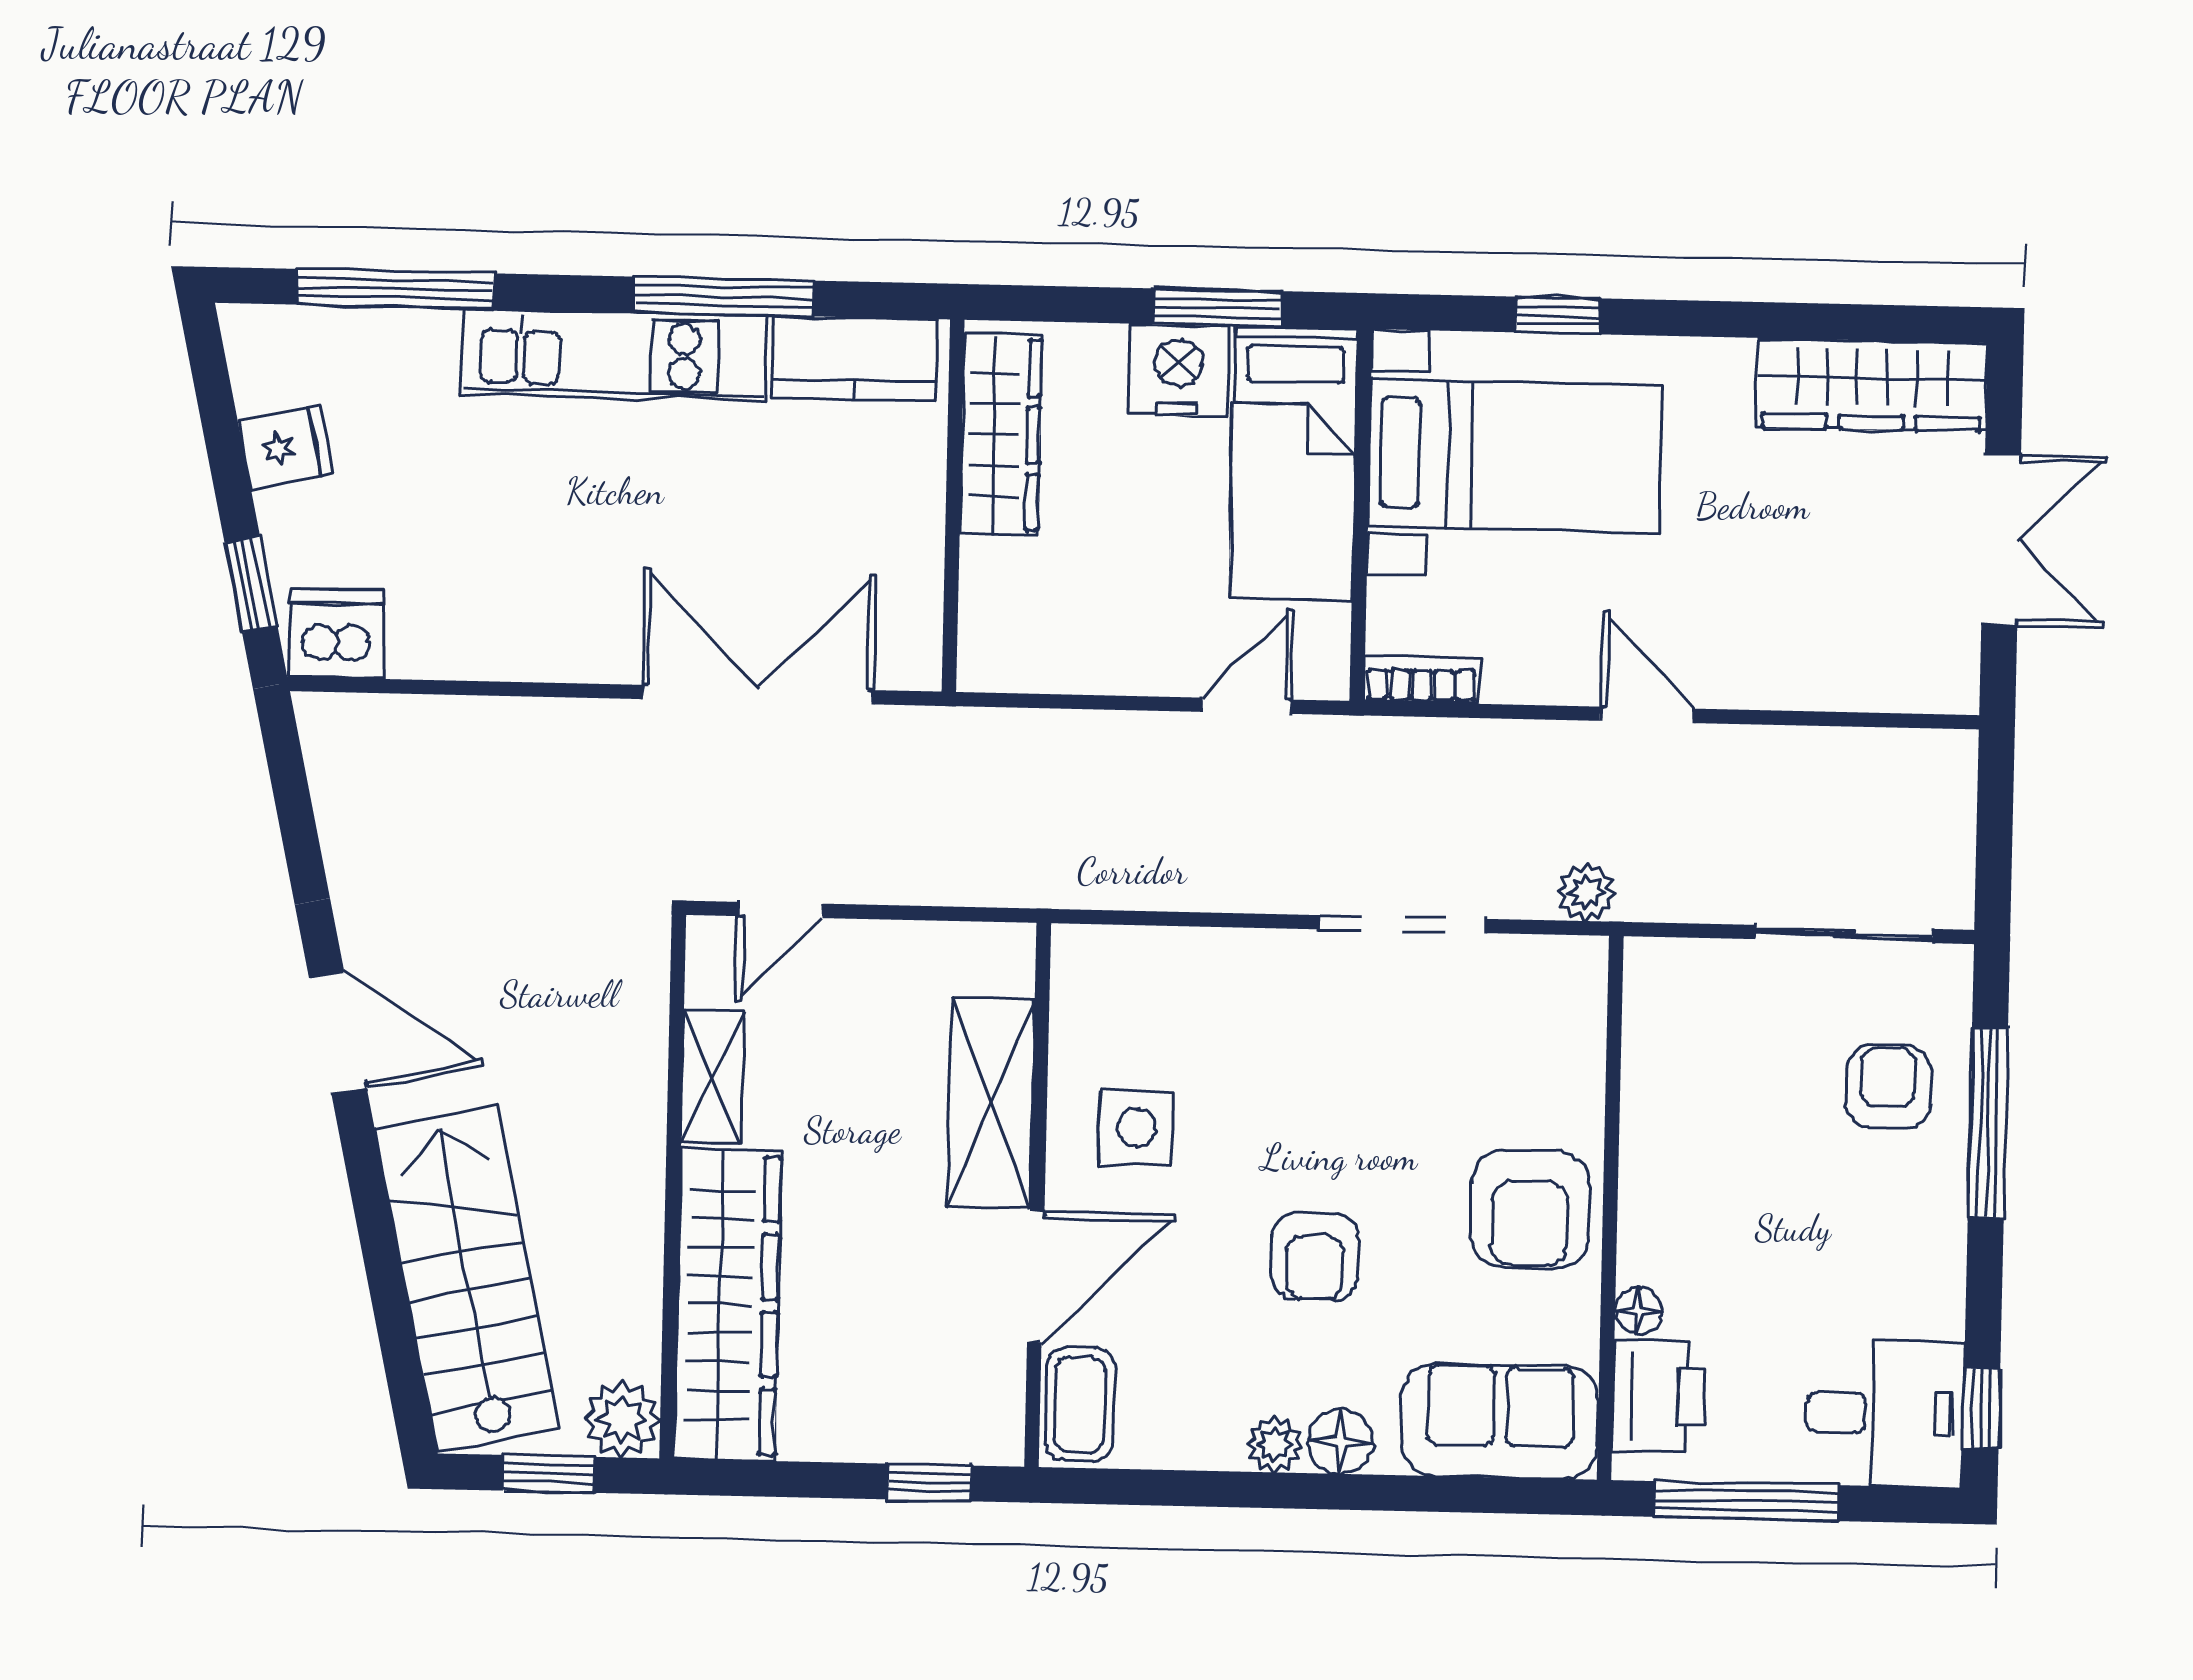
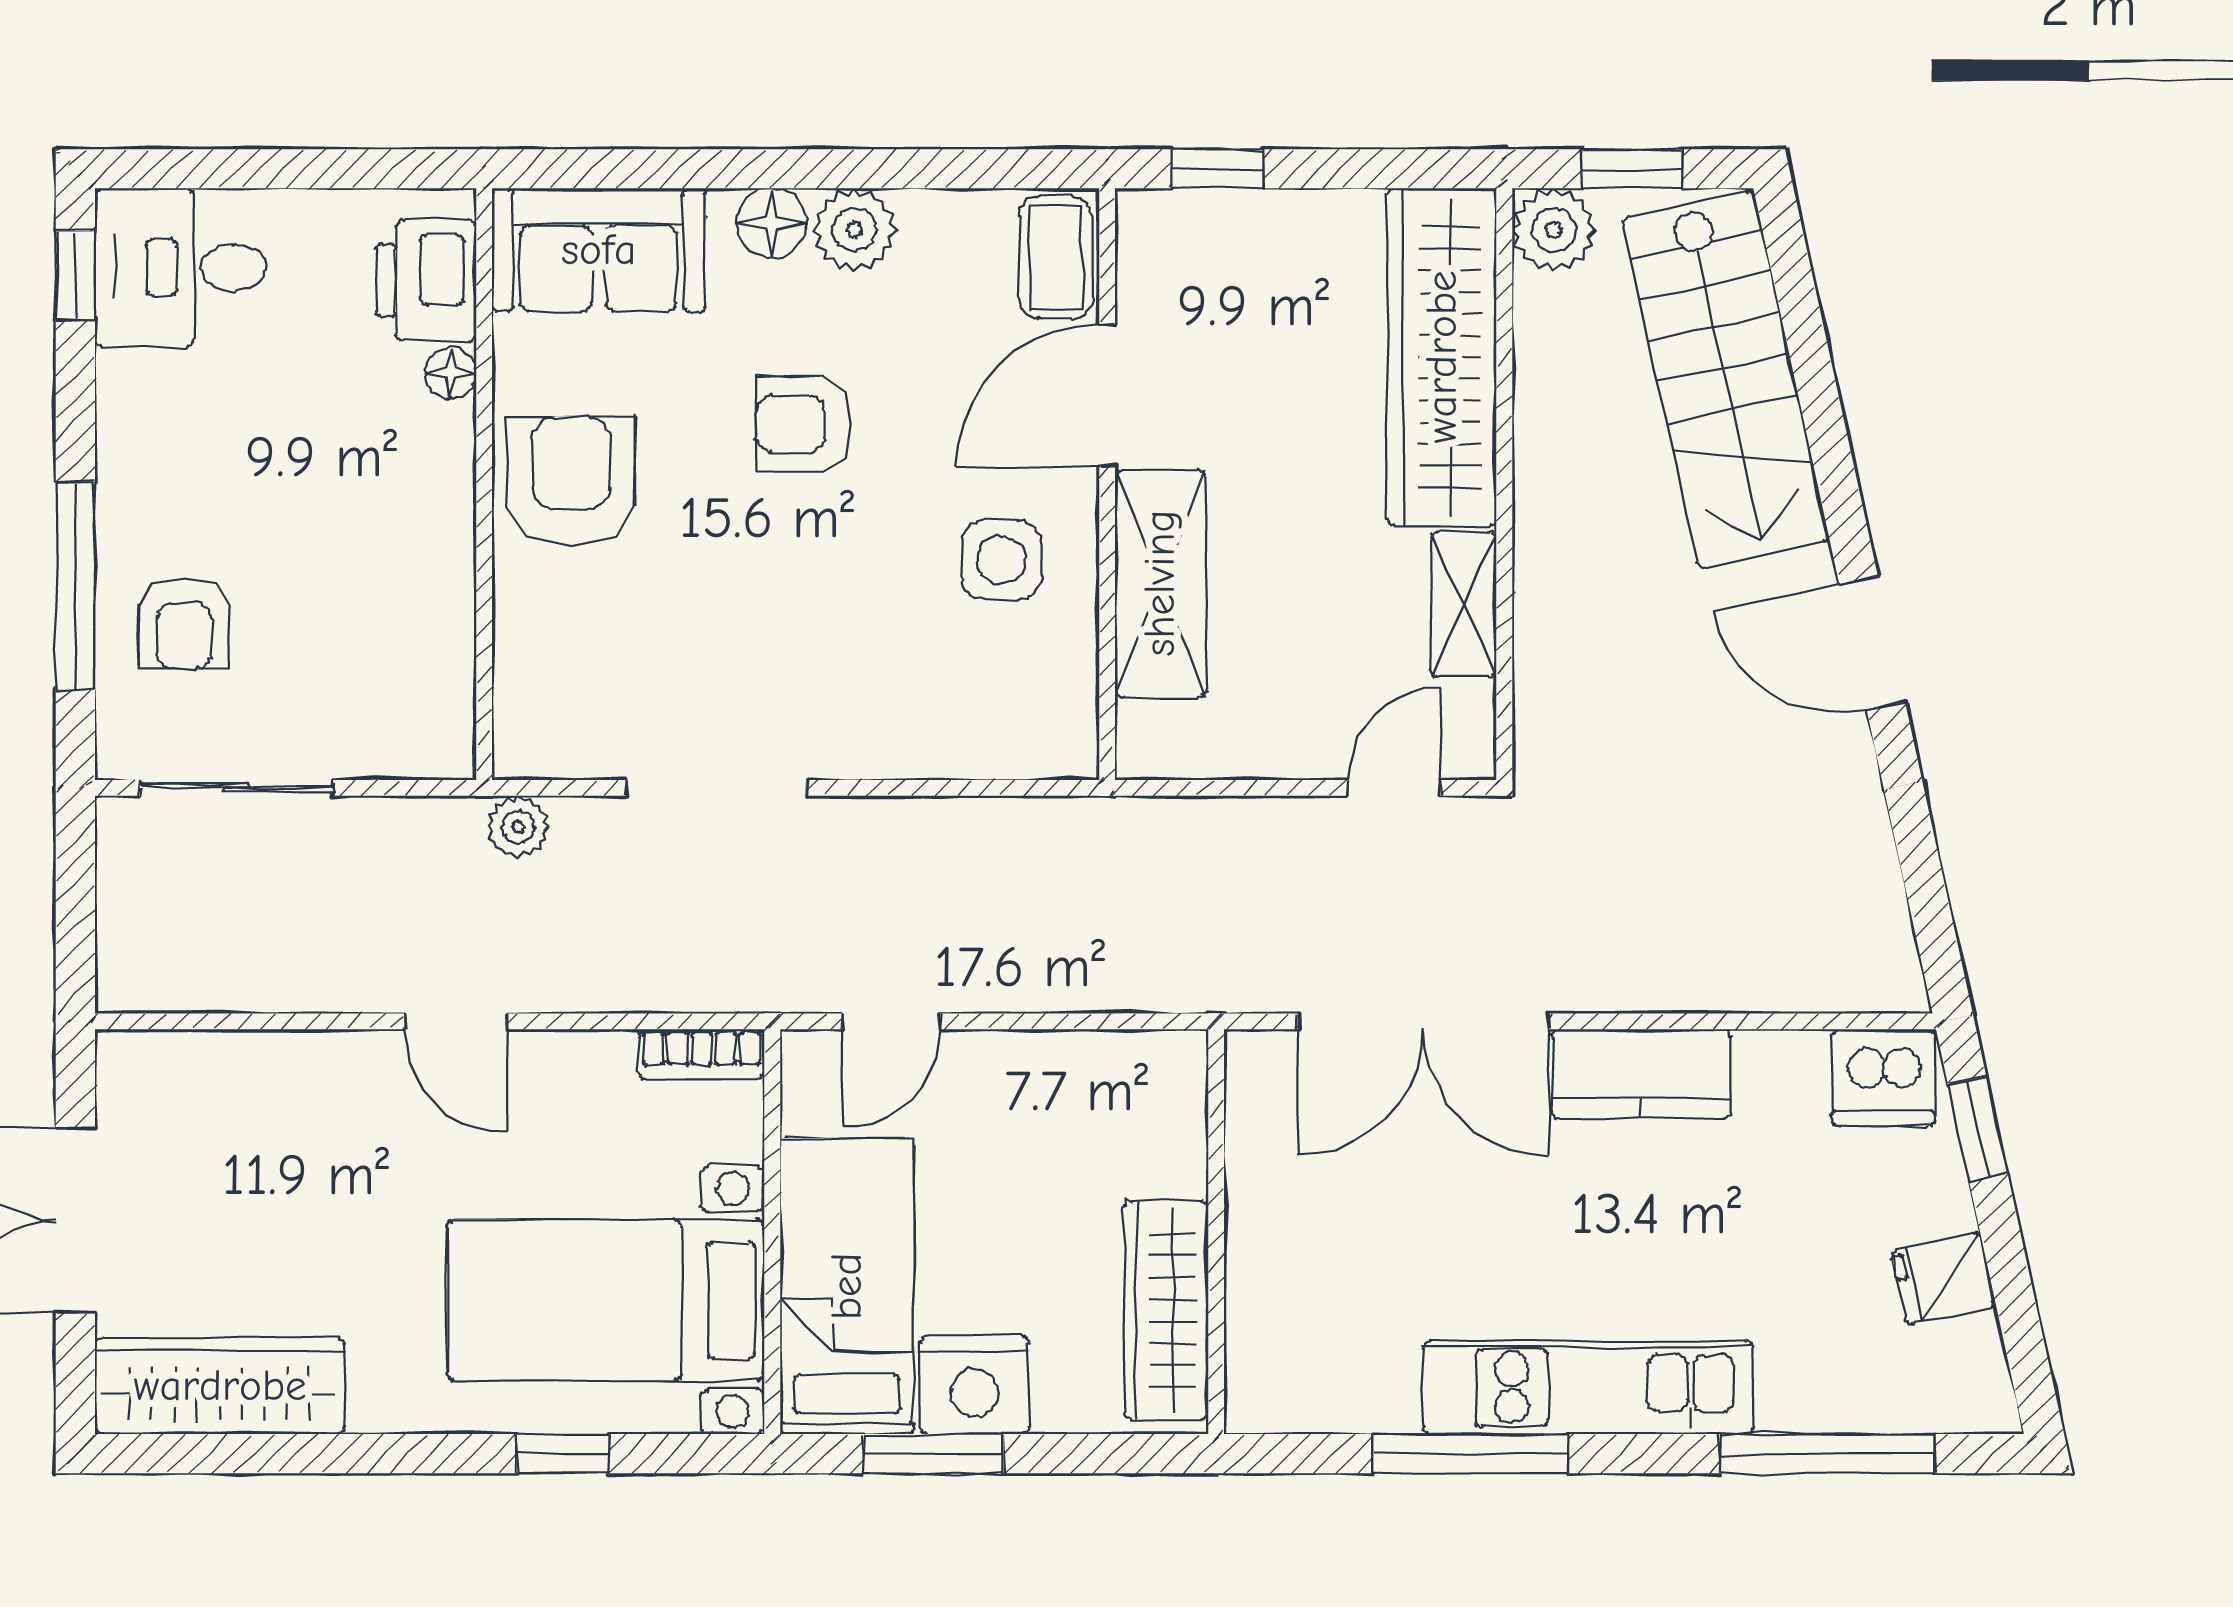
kitchen counter: (855, 359) -> (1641, 1074), moved, turned 180
armchair: (1315, 1257) -> (804, 424), turned -90
plant: (1275, 1445) -> (855, 230), width x1.38, depth x1.38
window: (1747, 1501) -> (328, 169), removed

